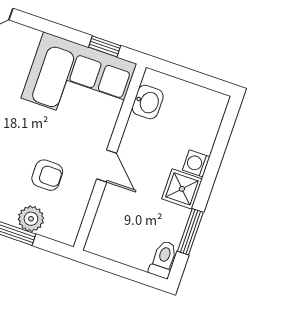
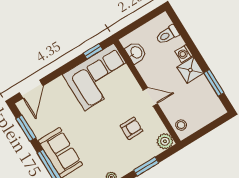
plant: (31, 219) -> (165, 141), moved
stool: (103, 234) -> (181, 125), added
toilet: (163, 259) -> (167, 35), moved, turned -90

